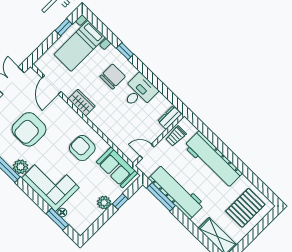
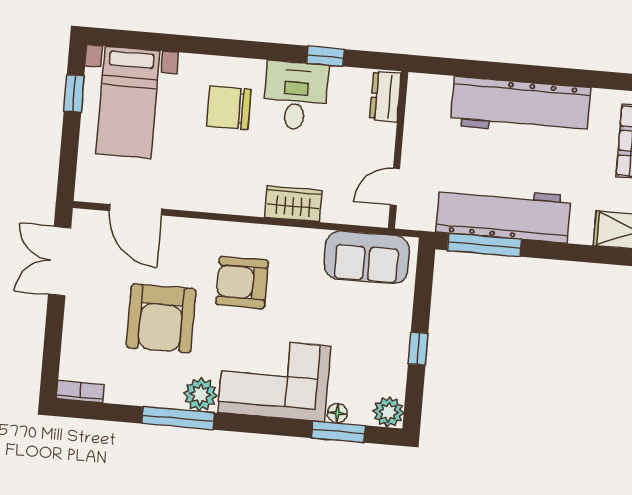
window: (125, 51) -> (325, 56), moved
chair: (113, 77) -> (229, 108), turned -90
wardrobe: (82, 103) -> (293, 204), moved
trolley: (176, 136) -> (423, 119), removed
armchair: (82, 148) -> (242, 282), moved
window: (120, 201) -> (418, 348), moved
plant: (104, 203) -> (388, 412), moved

